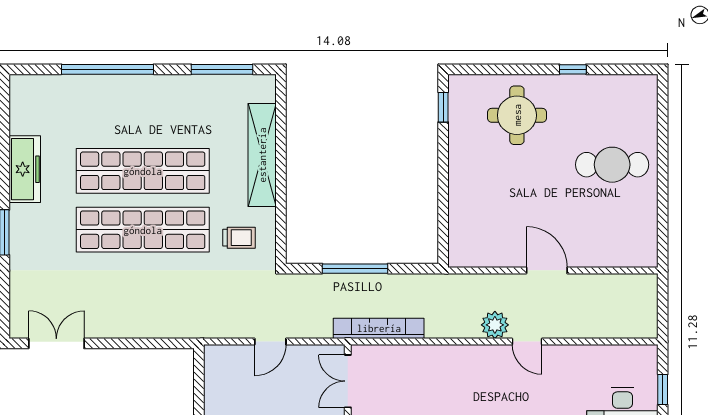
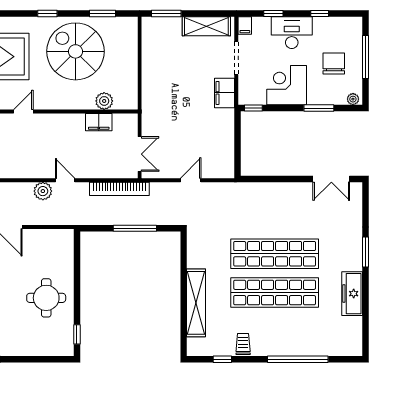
window: (222, 69) -> (222, 359), width x0.46
round table: (517, 115) -> (46, 298), moved
trolley: (239, 238) -> (243, 344), moved, turned 90
door: (527, 342) -> (65, 180), moved

